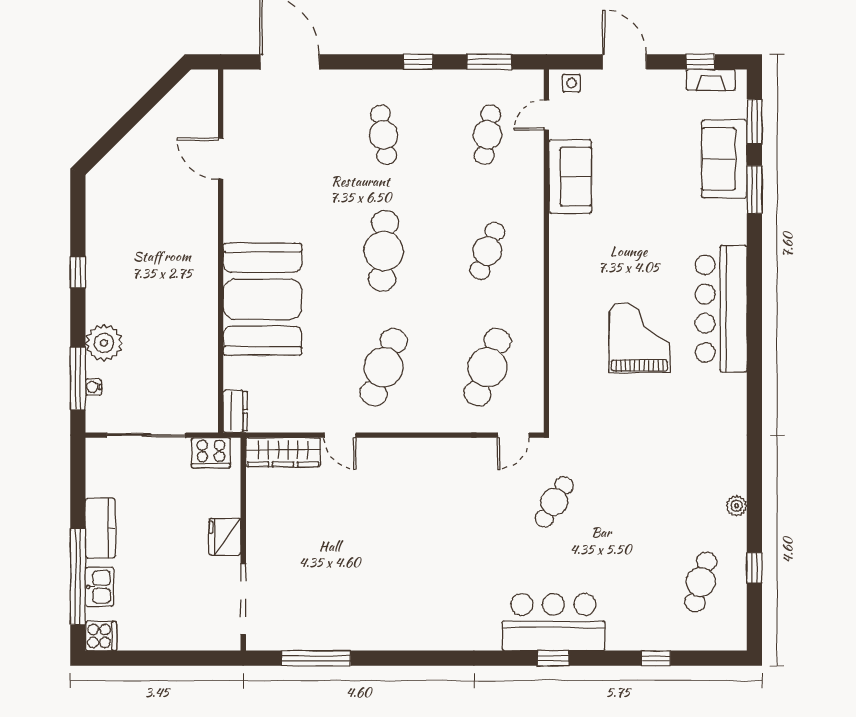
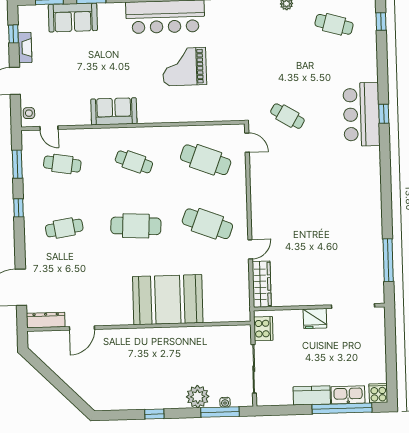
fireplace: (711, 80) -> (25, 48), moved
sofa: (570, 177) -> (114, 111), moved
dresser: (235, 411) -> (46, 320), moved, width x1.44
kitchen sink: (100, 587) -> (348, 395), width x1.38
window: (656, 658) -> (381, 21), moved

